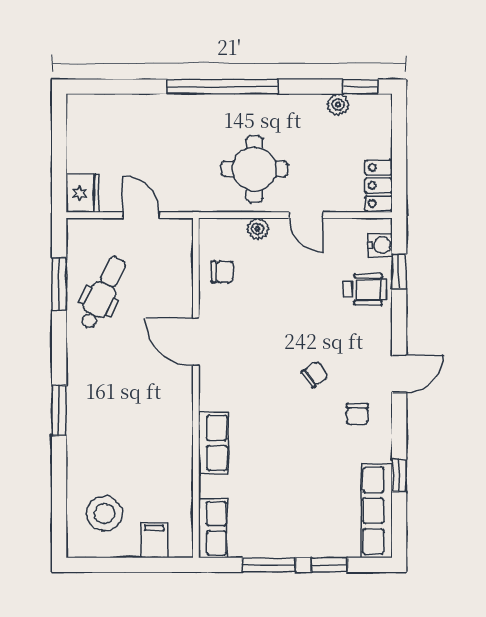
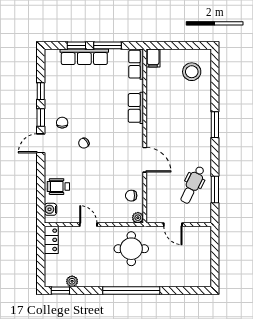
round table: (255, 169) -> (131, 249), moved
fridge: (83, 193) -> (203, 236), removed
plant: (258, 229) -> (138, 218), moved
window: (399, 272) -> (41, 117), moved
row of seats: (377, 511) -> (84, 57), moved, turned 90
filing cabinet: (154, 540) -> (153, 58), moved

